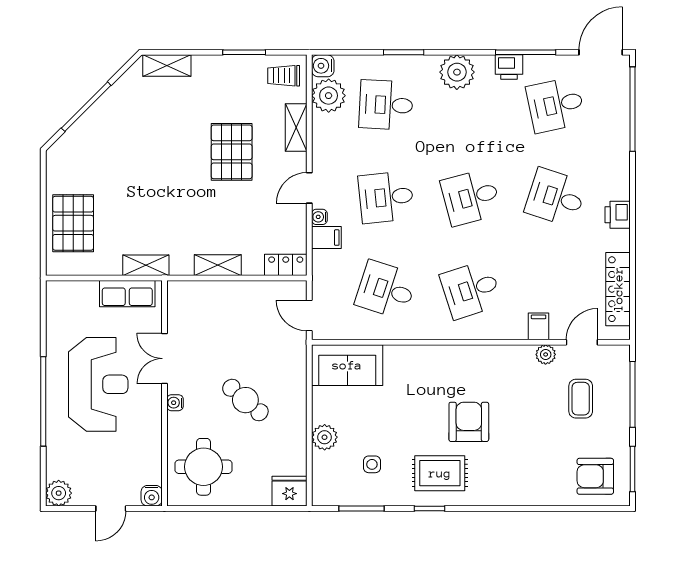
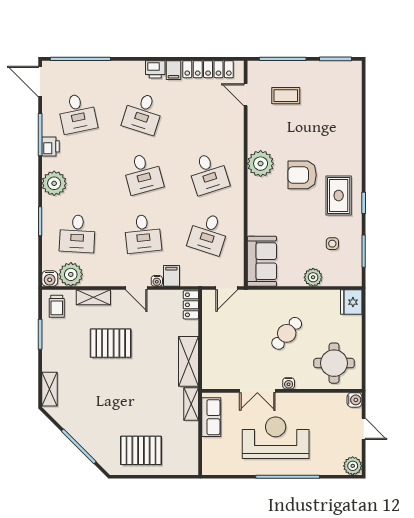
pallet: (73, 223) -> (141, 450), moved
shelving: (218, 265) -> (189, 361), width x1.50, depth x1.33
filing cabinet: (539, 326) -> (174, 70), moved, turned -90
plant: (546, 354) -> (261, 164), moved, width x1.87, depth x1.87
armchair: (595, 476) -> (341, 85), removed

